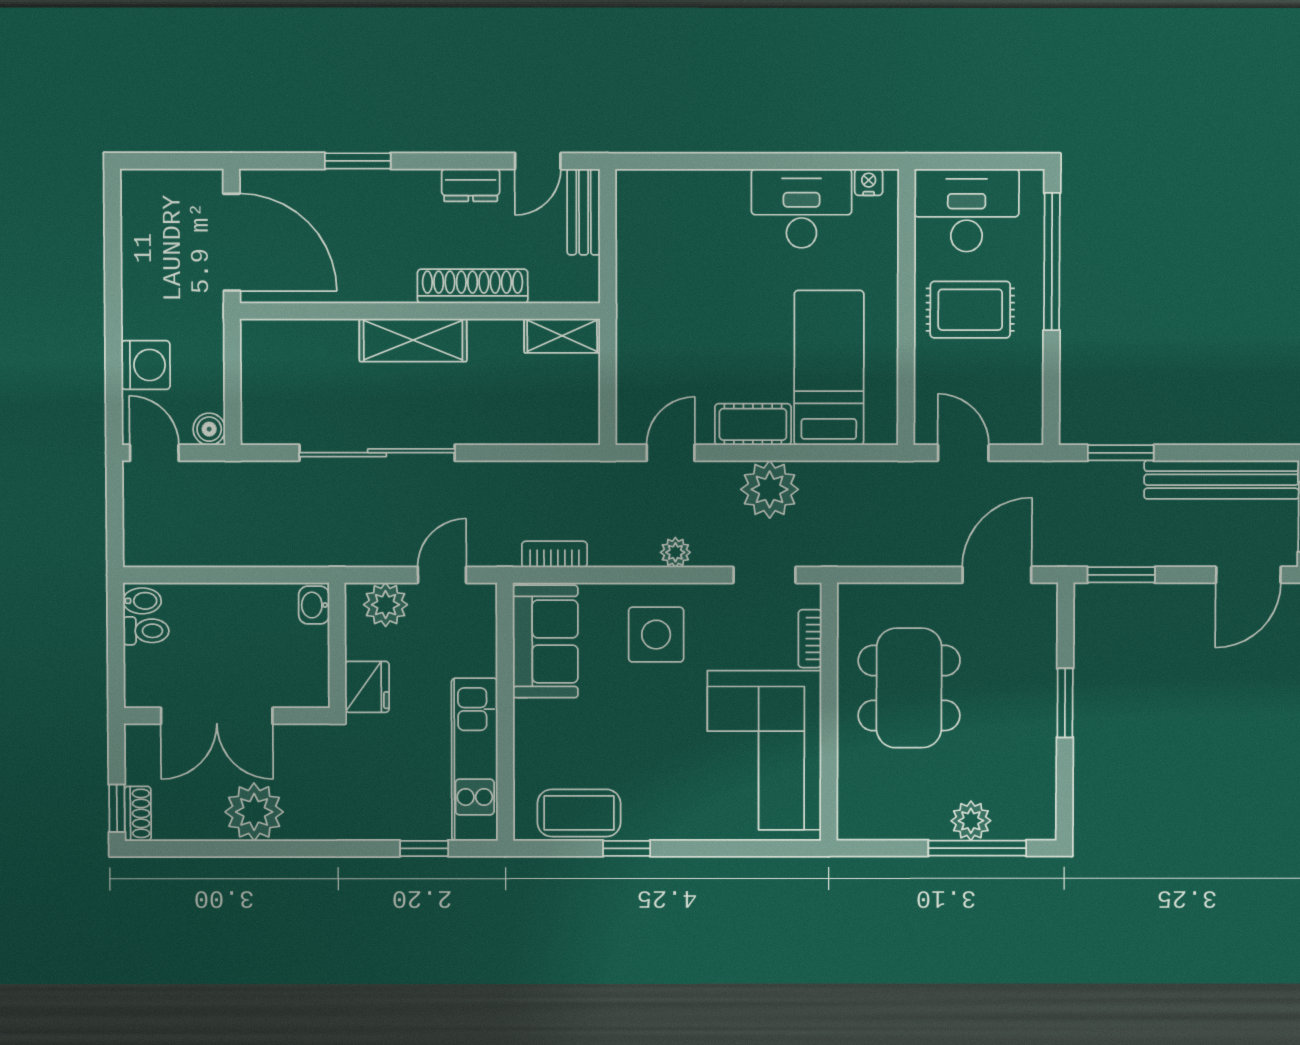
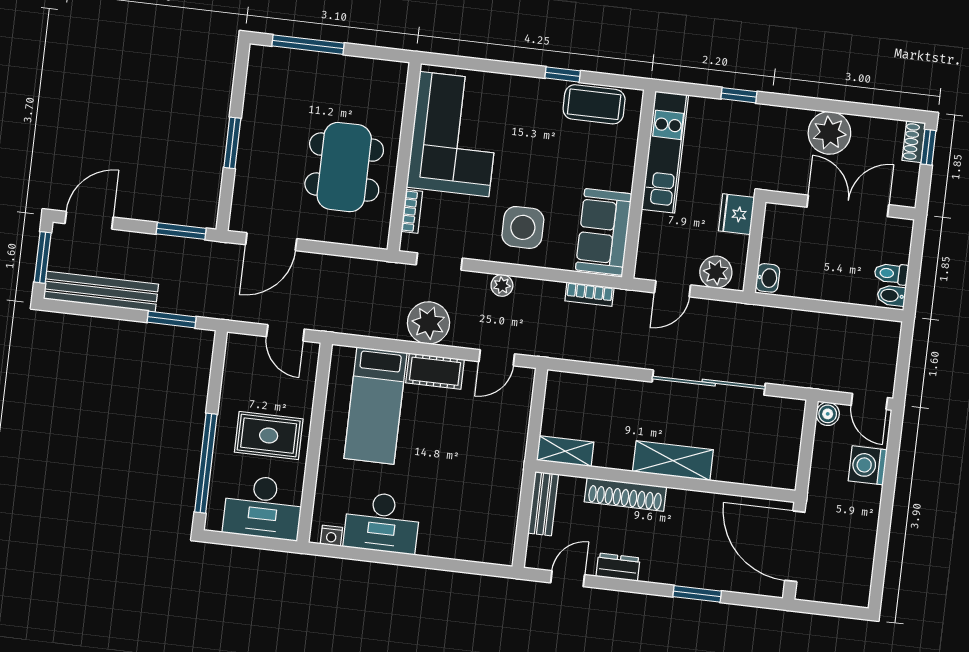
bench: (584, 212) -> (543, 504), moved
plant: (971, 821) -> (310, 65), removed
window: (424, 848) -> (739, 95), moved

